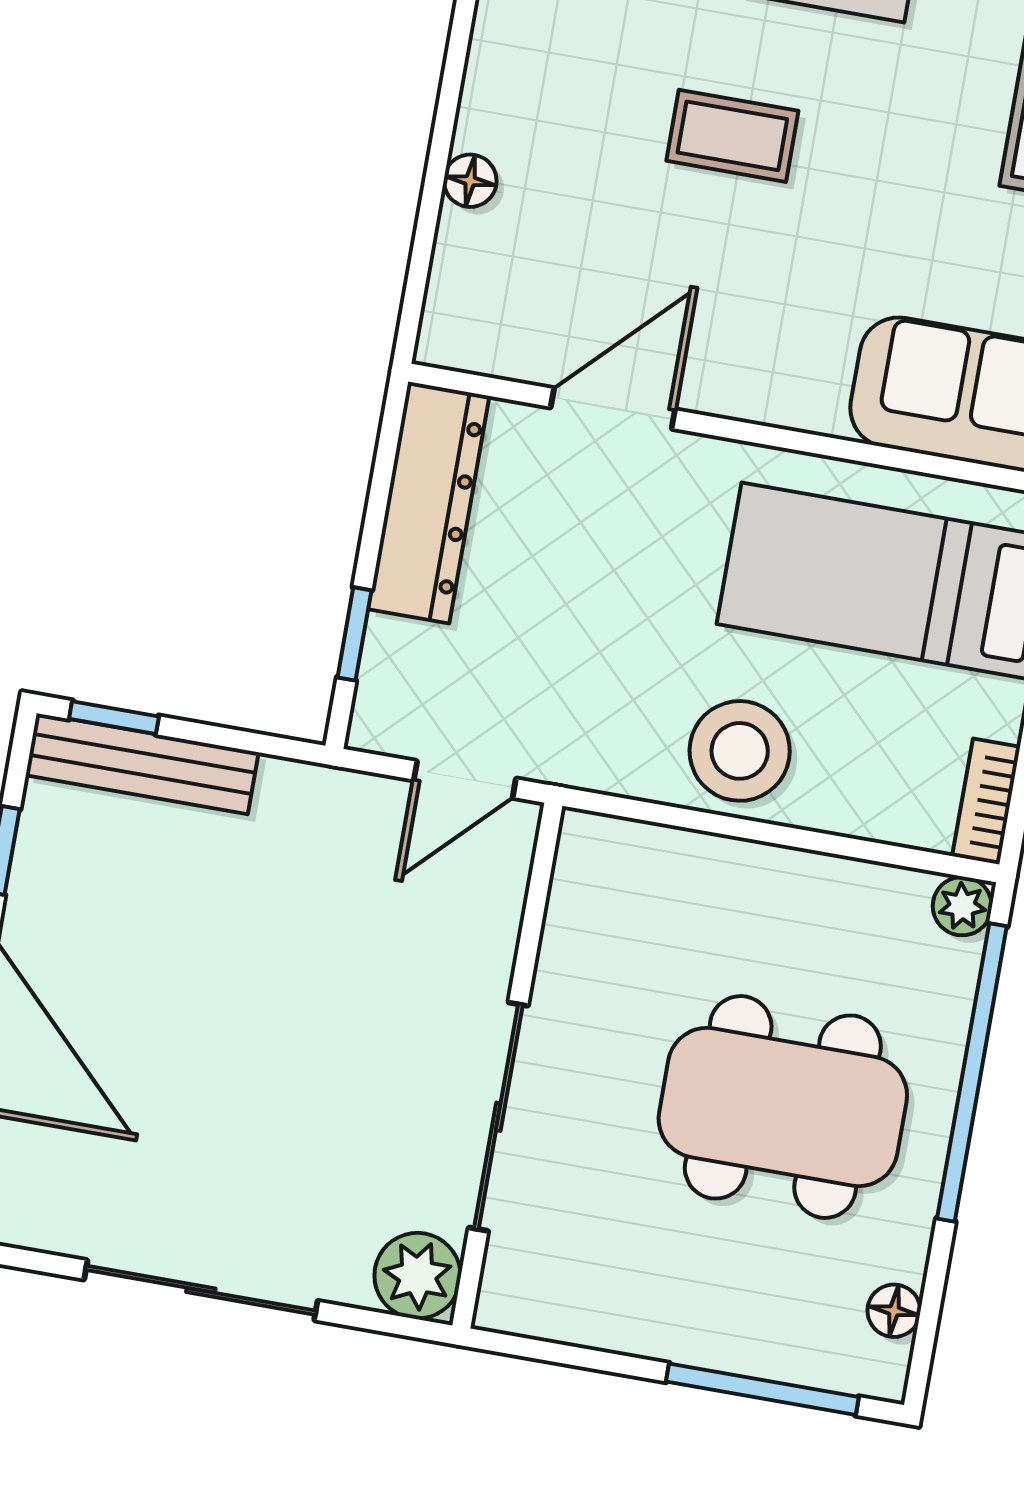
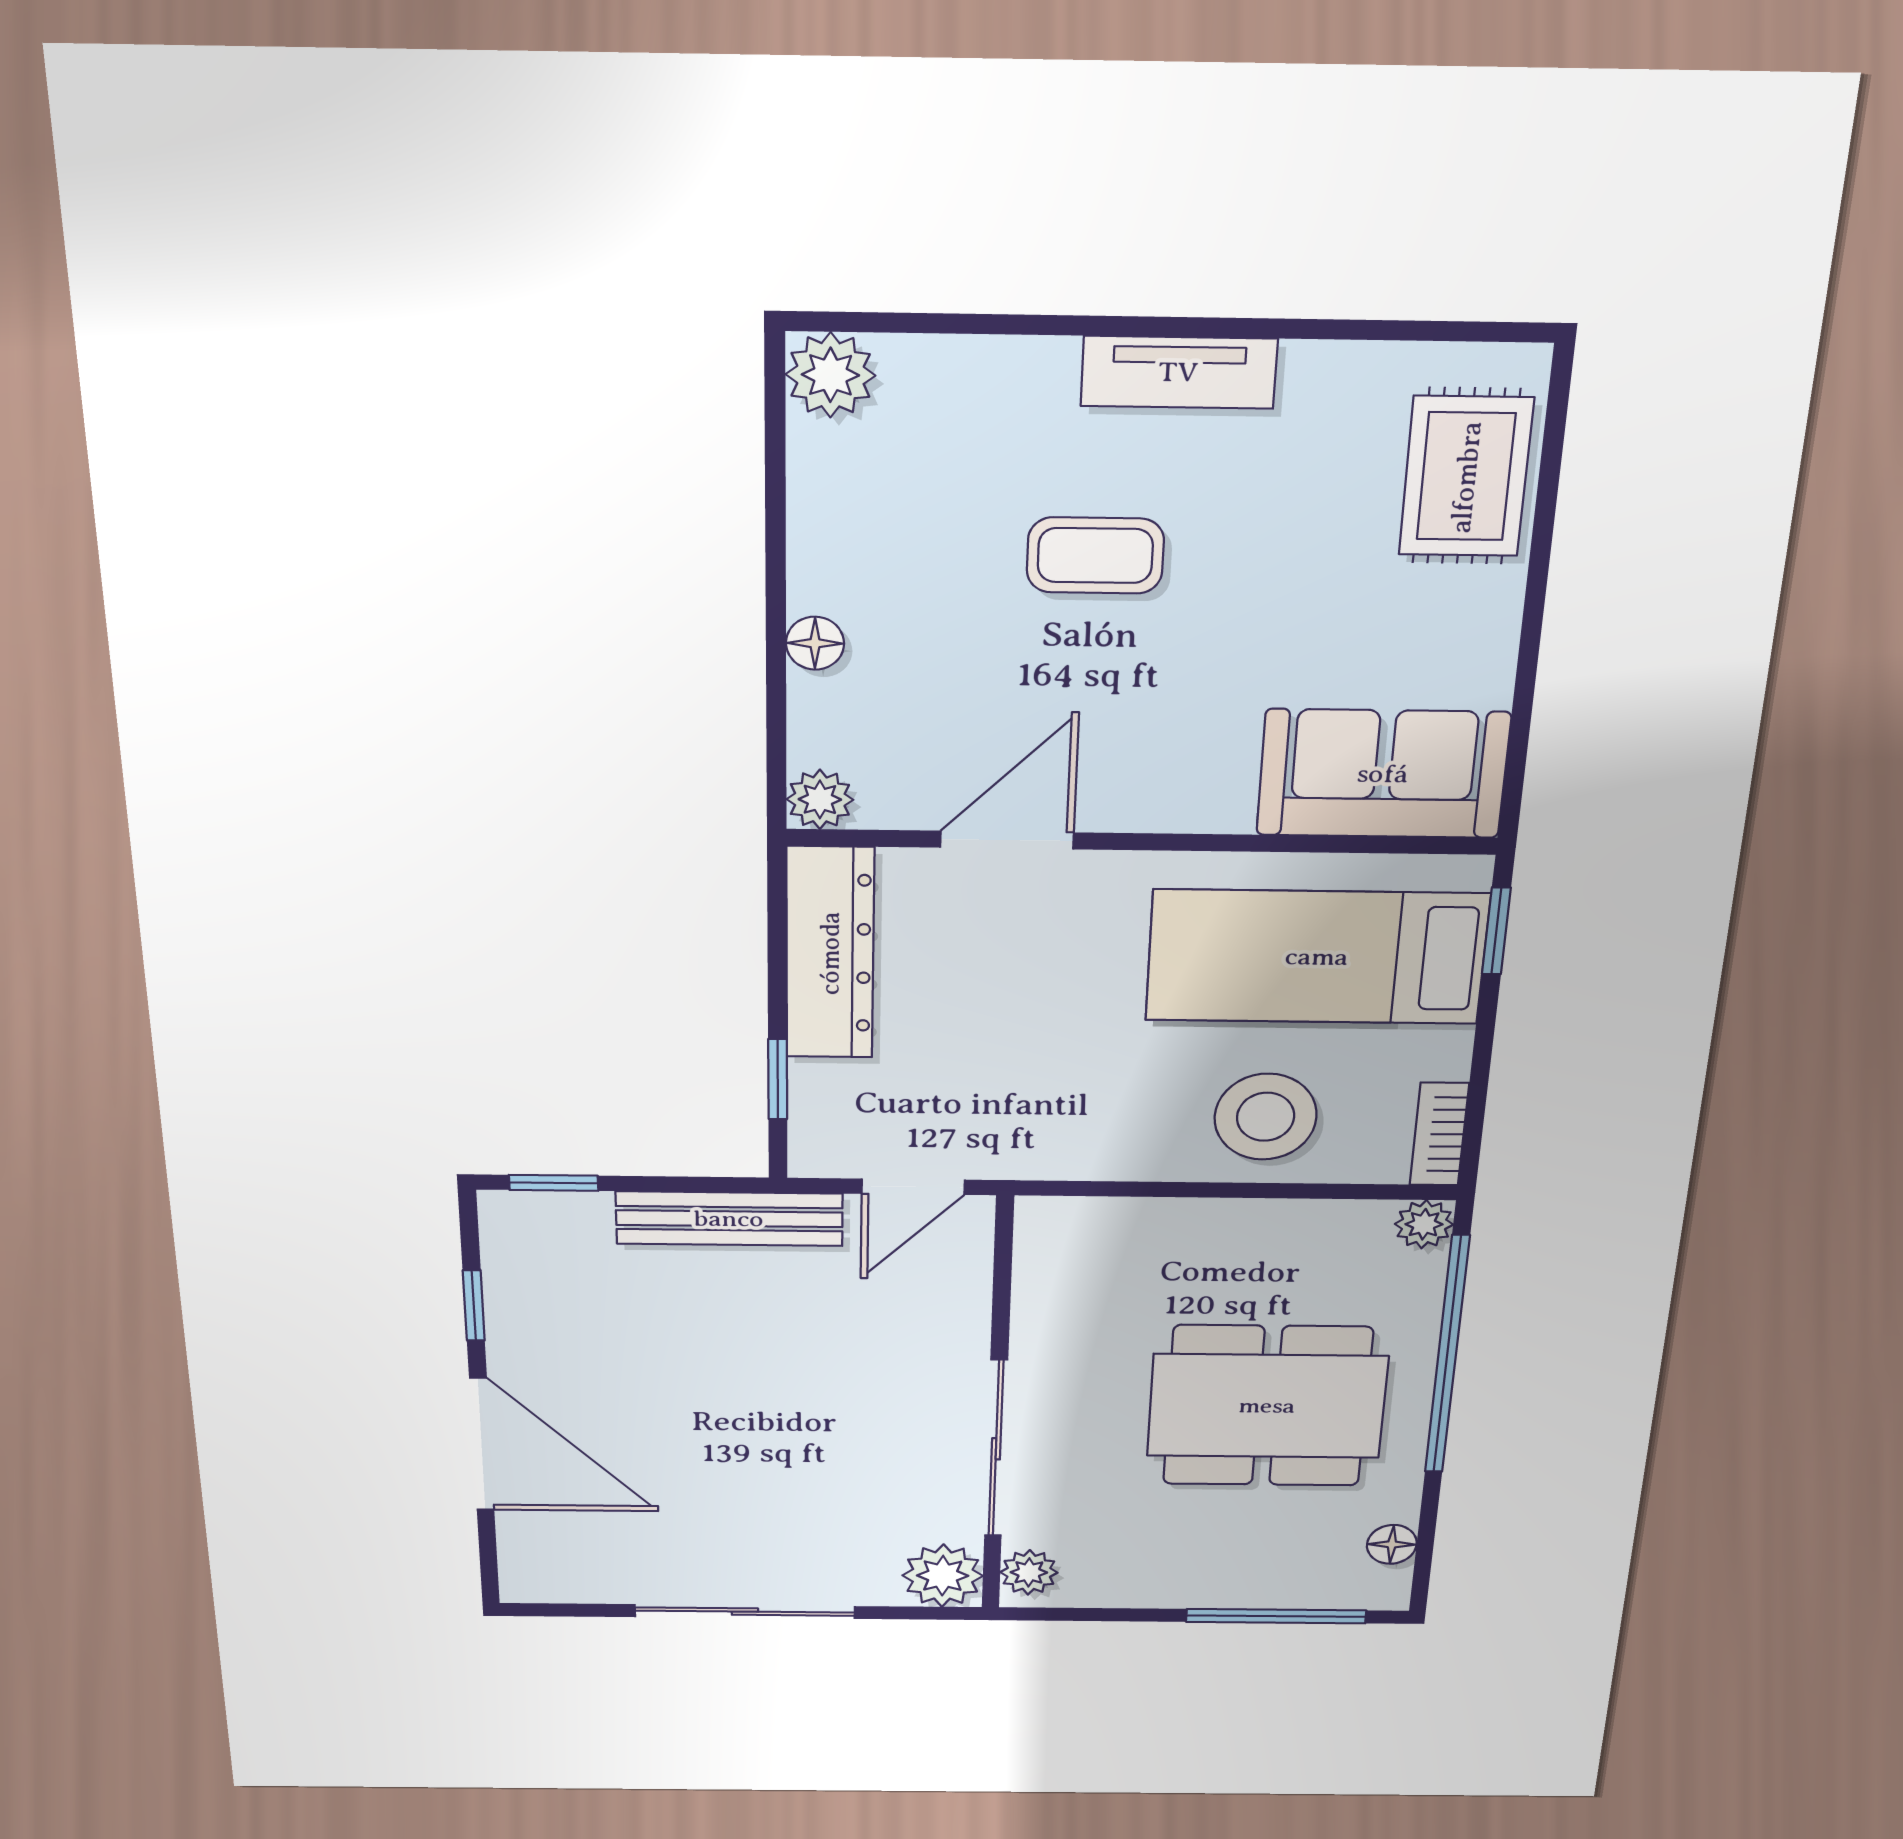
plant: (447, 338) -> (820, 799), added
stool: (740, 751) -> (1266, 1117), moved
bench: (142, 764) -> (729, 1219), moved
plant: (509, 1286) -> (1029, 1572), added

